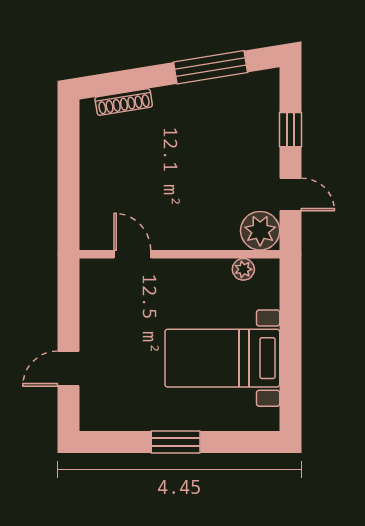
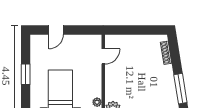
door: (68, 369) -> (56, 30), swing flipped

